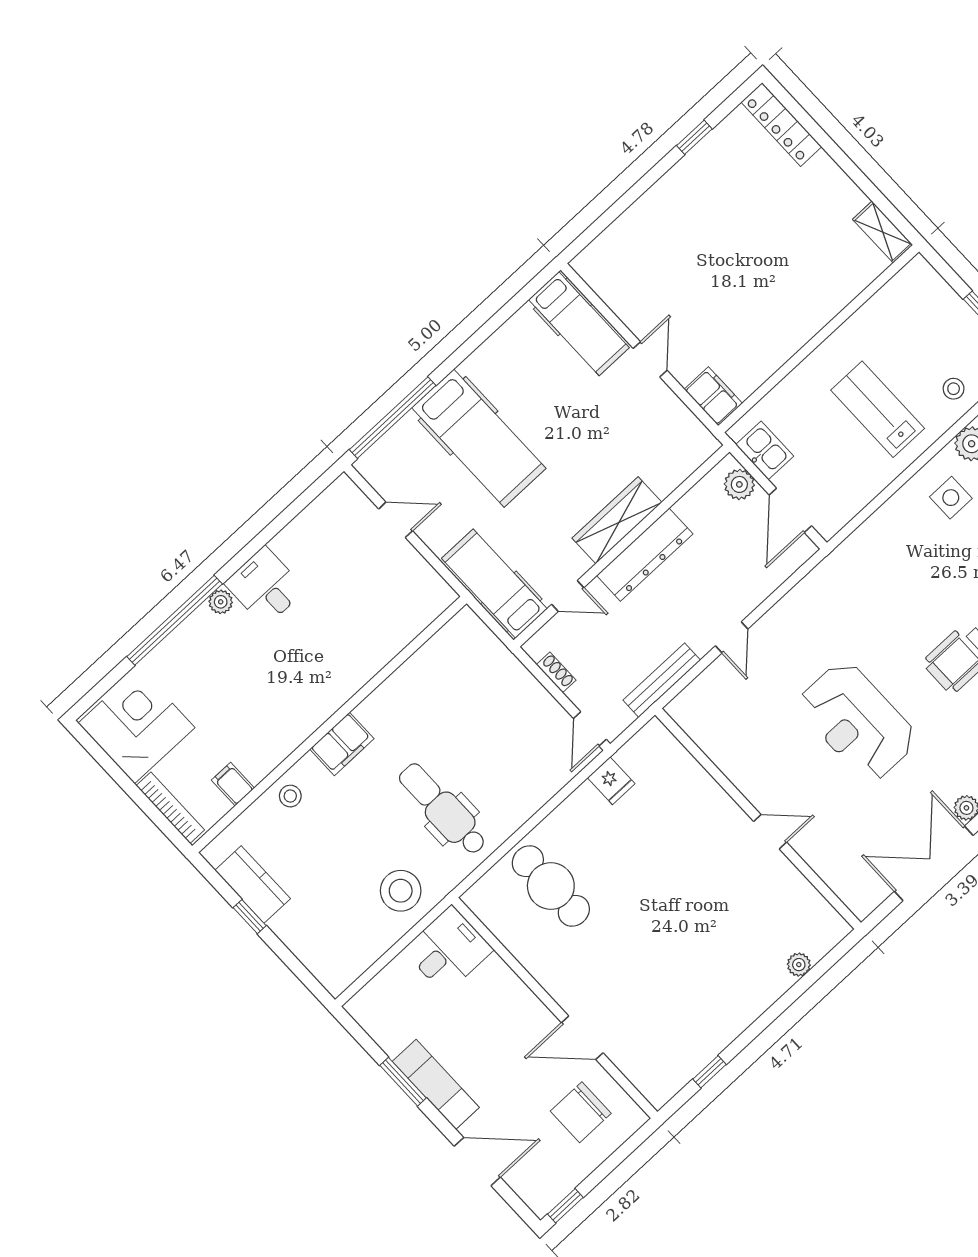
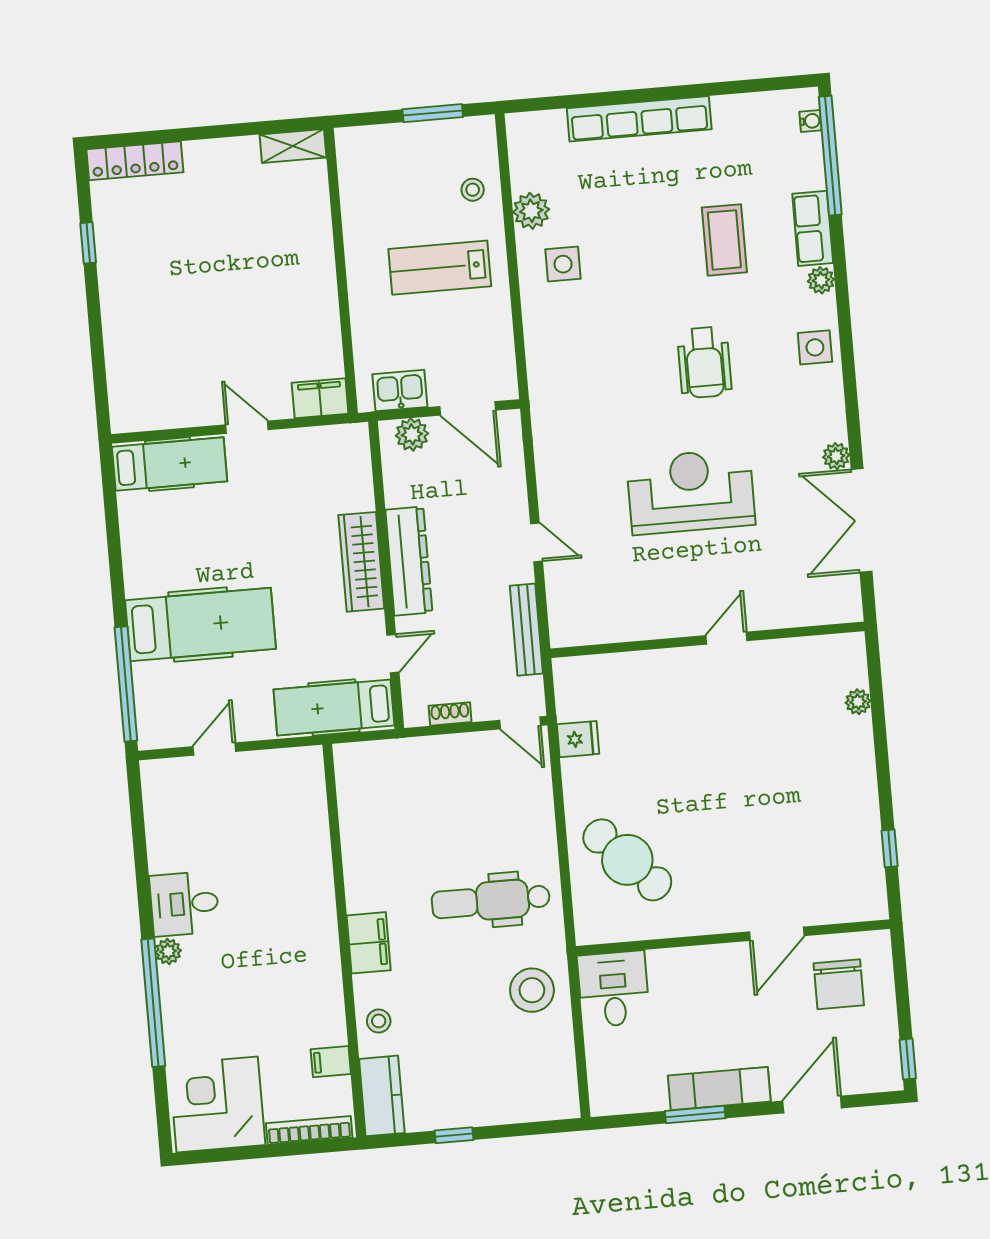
reception desk: (857, 722) -> (691, 492), turned 180
kitchen counter: (253, 884) -> (382, 1096), moved, turned 90
cafe table: (551, 886) -> (627, 860), turned 46

